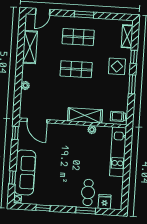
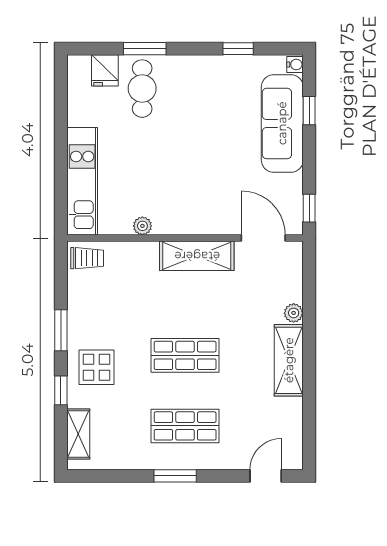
shelving: (30, 47) -> (289, 360), moved
shelving: (85, 115) -> (197, 256), moved

